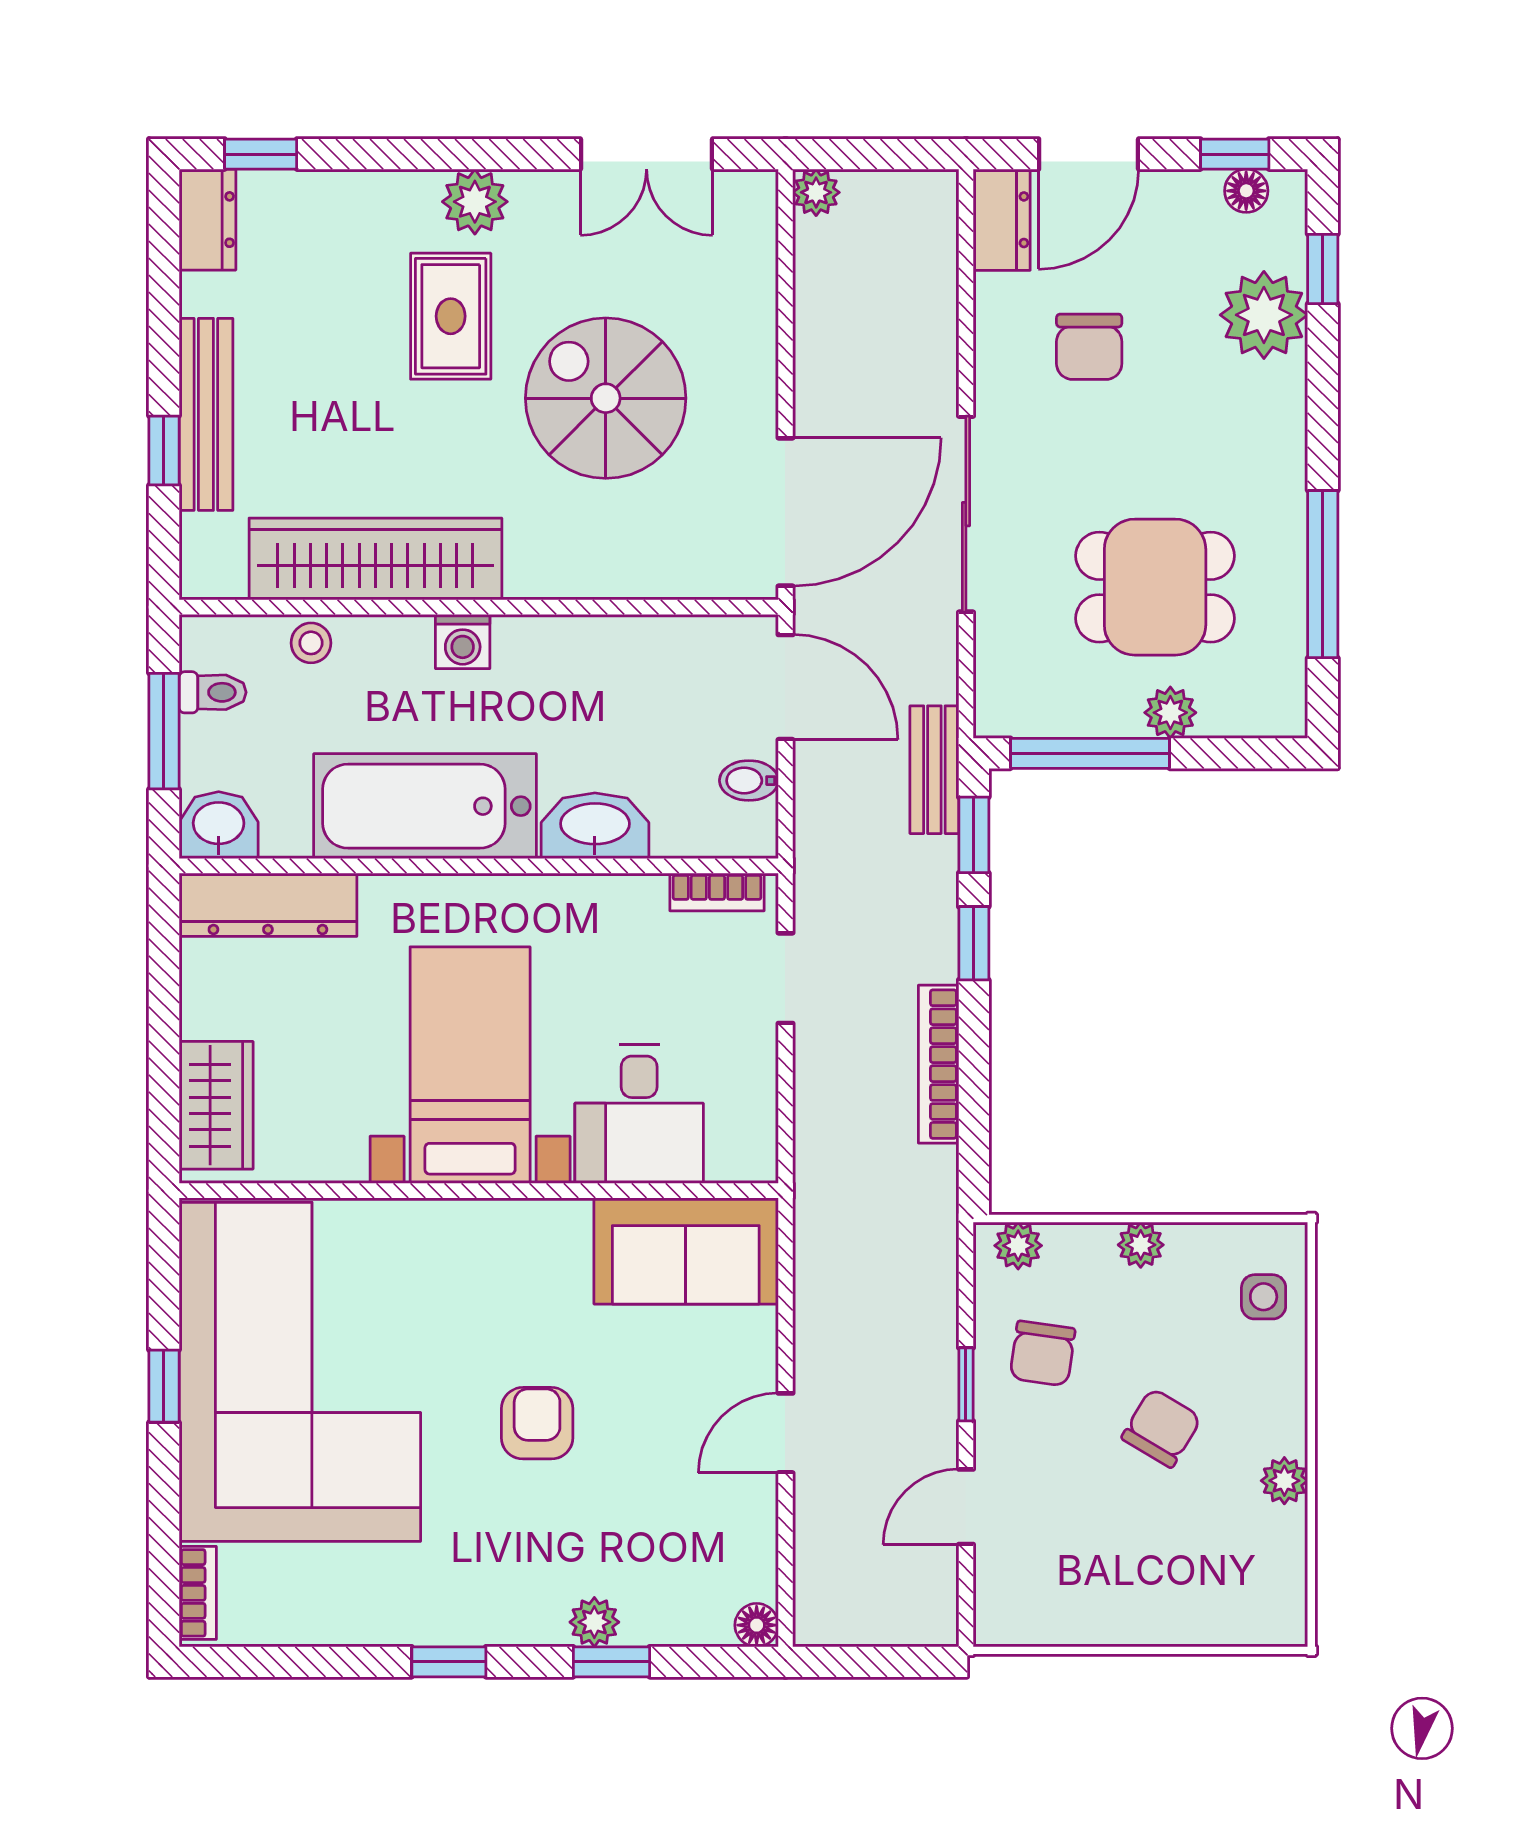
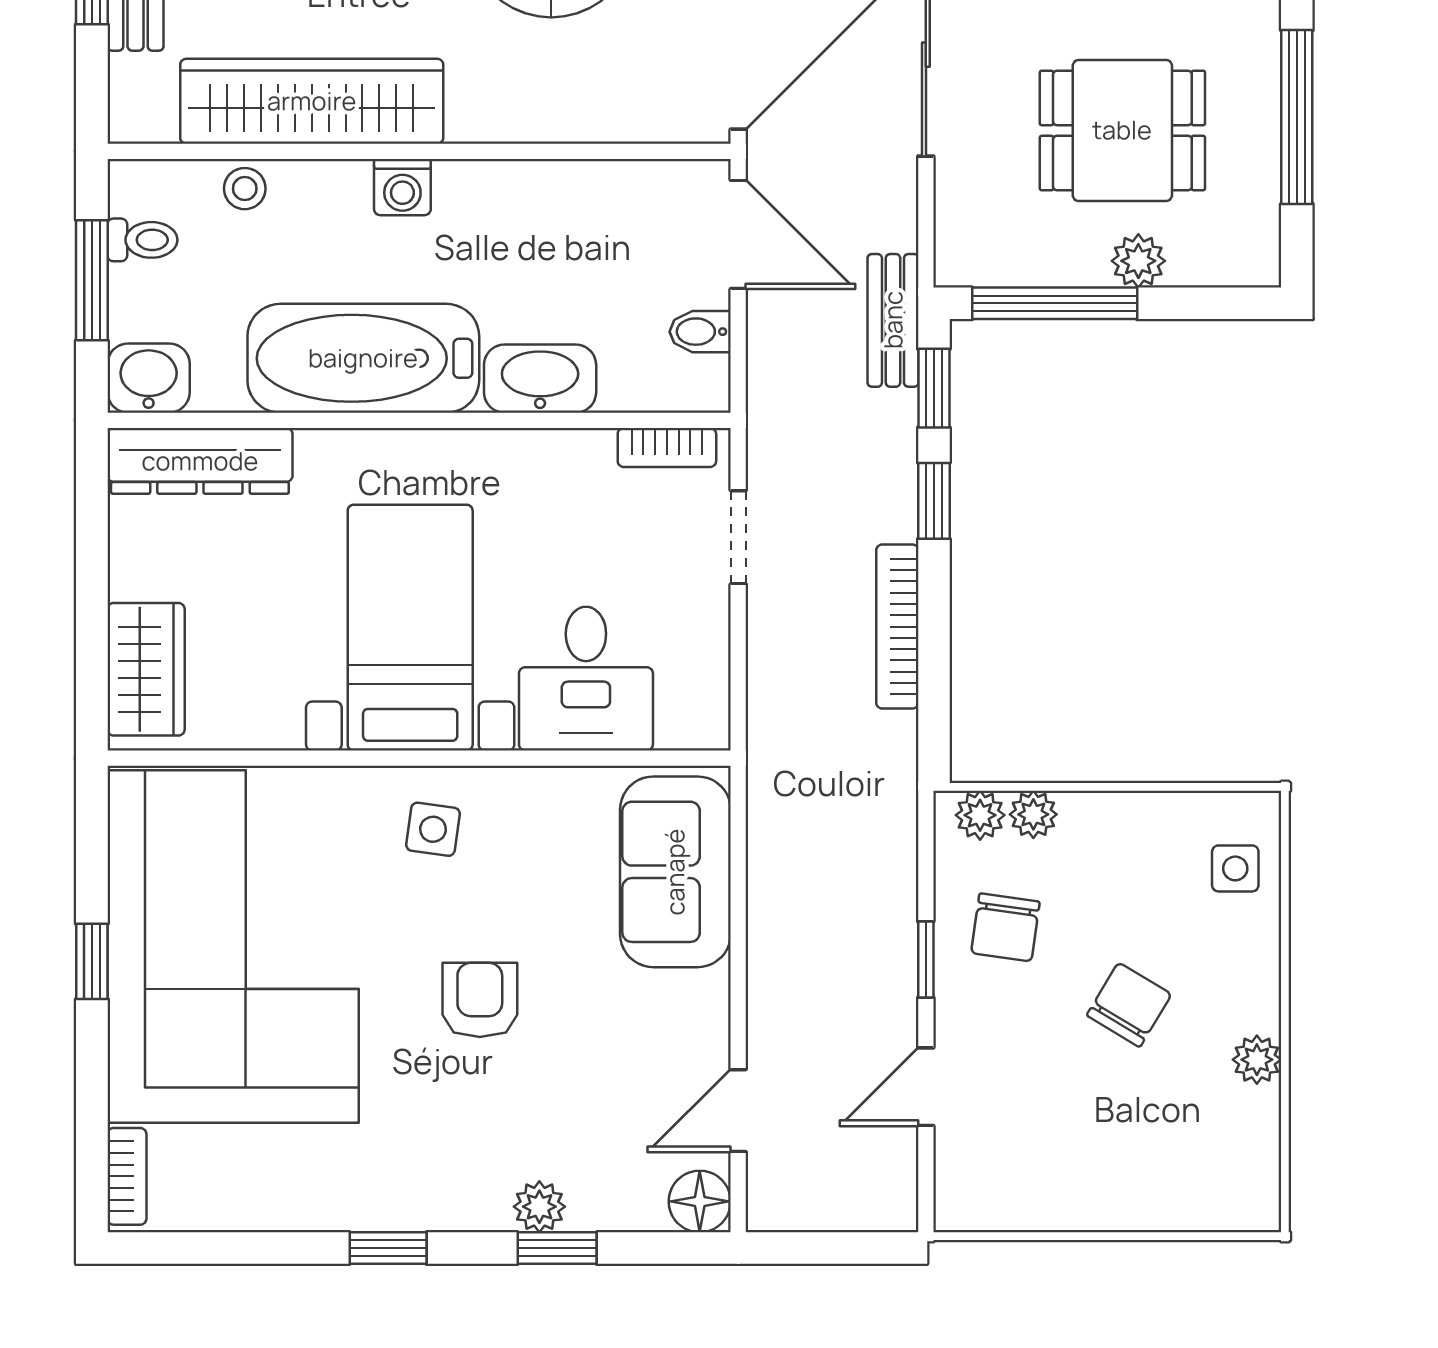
plant: (1141, 1245) -> (1033, 814), moved
sofa: (686, 1251) -> (675, 872), moved, turned 90
side table: (492, 1259) -> (433, 829), added
door: (785, 1433) -> (738, 1111), moved
floor lamp: (757, 1625) -> (700, 1201), width x1.37, depth x1.37

